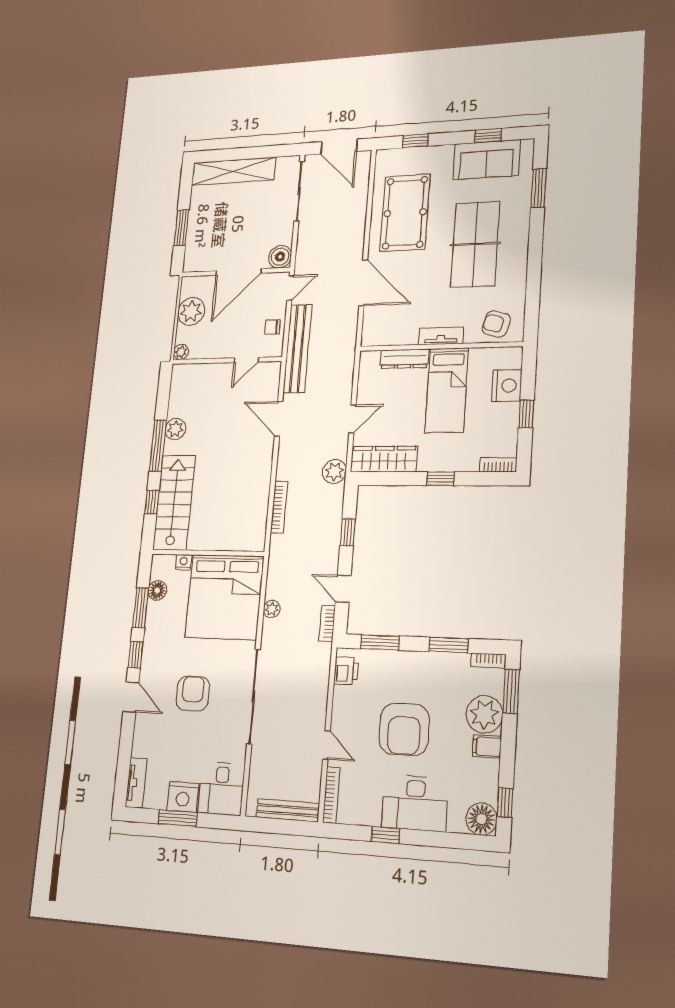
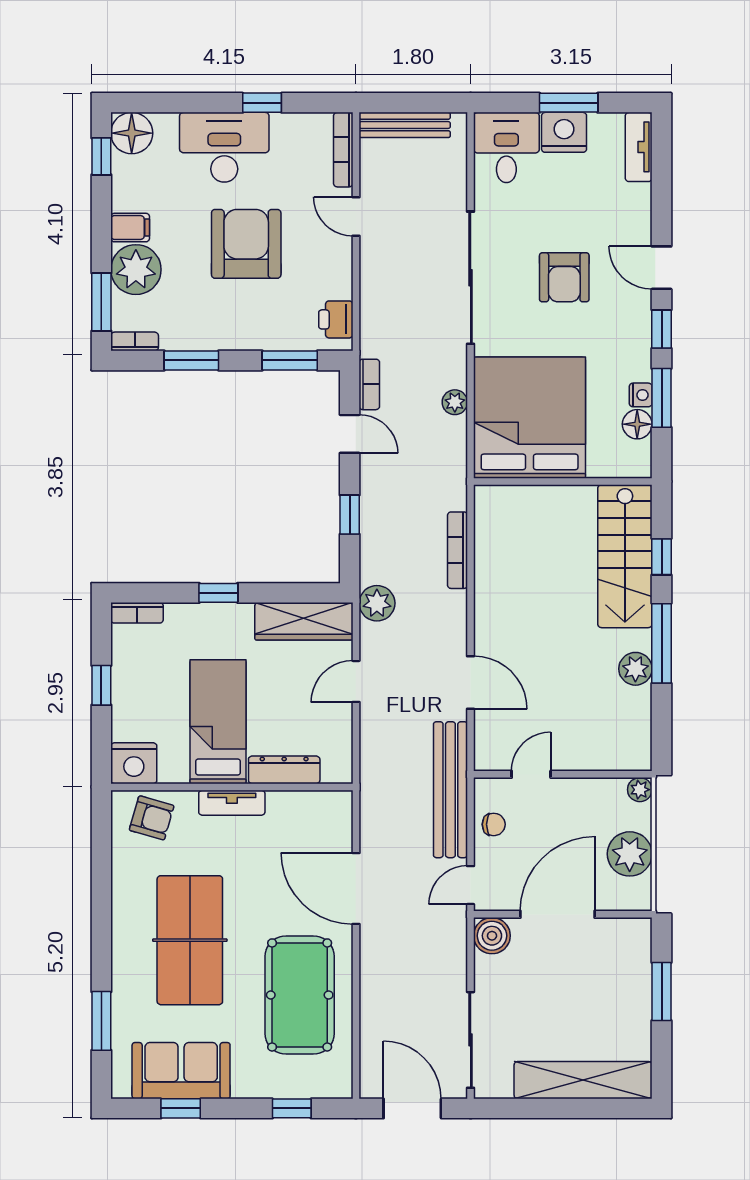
nightstand: (507, 386) -> (134, 763), moved, turned -90
nightstand: (184, 562) -> (641, 395), moved, turned -90

